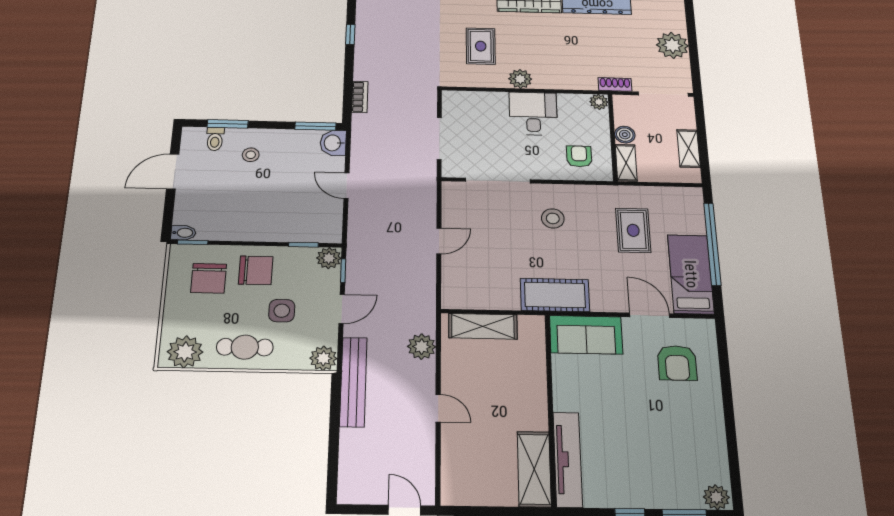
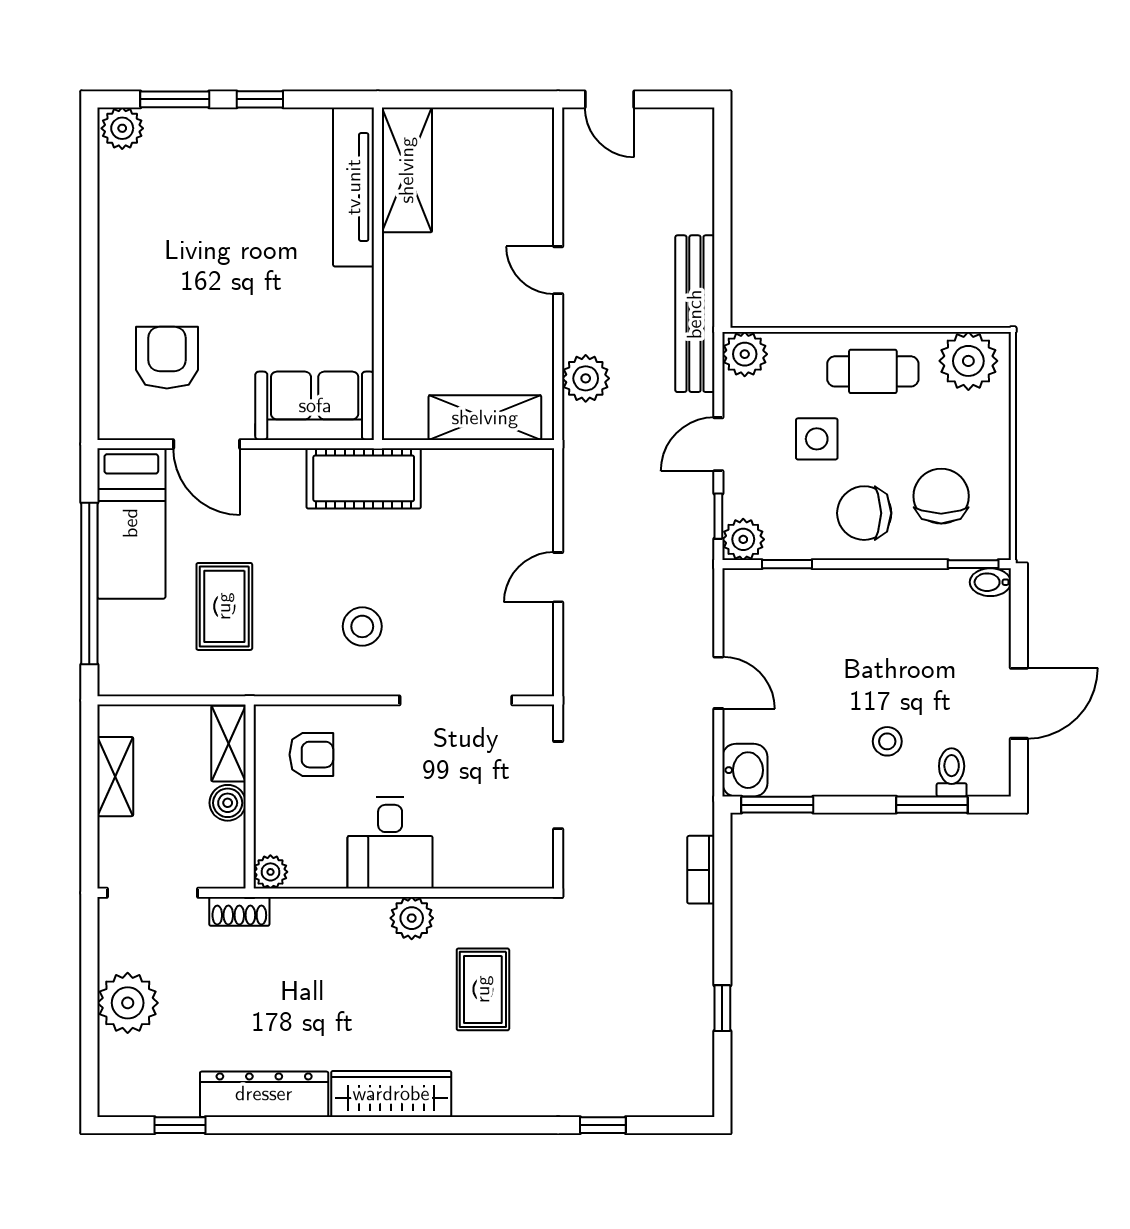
armchair: (579, 156) -> (311, 755), turned -90

